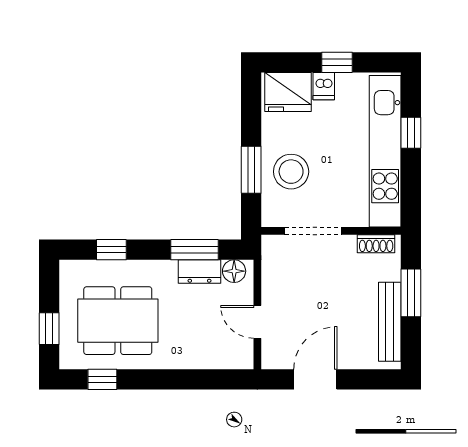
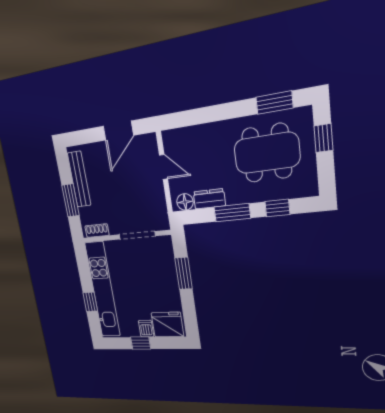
stool: (291, 172) -> (157, 274), removed
window: (195, 250) -> (232, 213), moved
window: (102, 379) -> (275, 103), width x1.50

